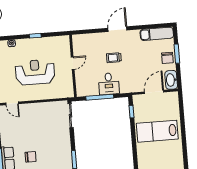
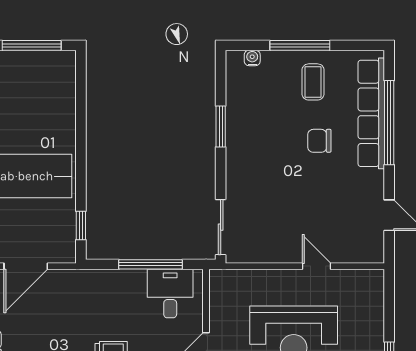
desk: (109, 84) -> (170, 294), moved
door: (12, 103) -> (317, 266), moved

